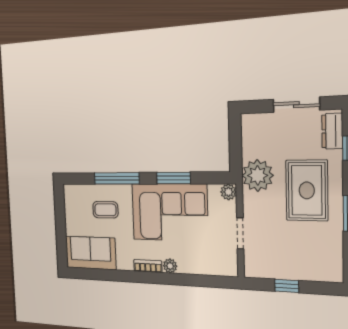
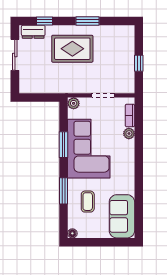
plant: (258, 175) -> (62, 82), removed
window: (117, 178) -> (64, 191), width x0.69
floor lamp: (69, 190) -> (72, 233), added
bookcase: (148, 266) -> (130, 115), moved
plant: (170, 266) -> (129, 133), moved

